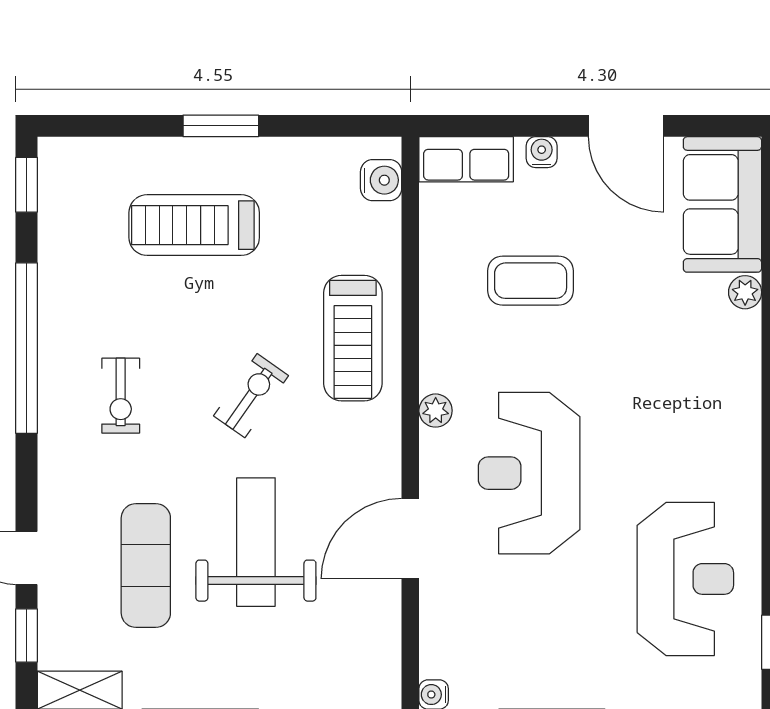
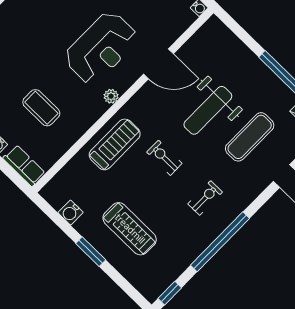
water cooler: (381, 180) -> (71, 213), moved, turned -90
exercise bike: (251, 396) -> (164, 158), turned 55

